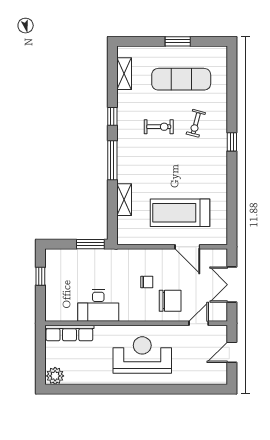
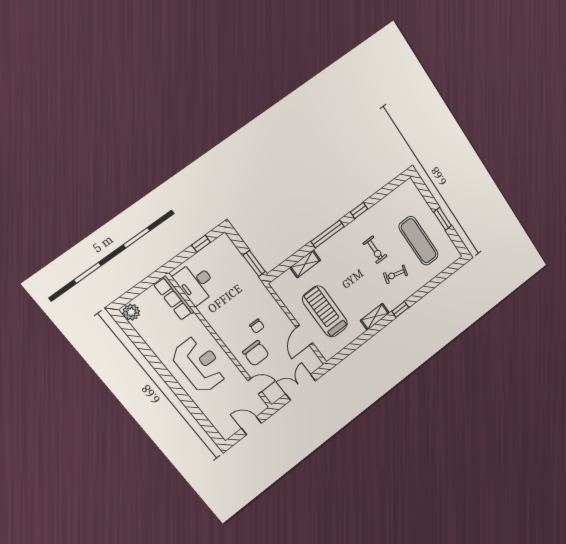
shelving: (124, 74) -> (375, 317), moved
desk: (98, 306) -> (196, 283), moved

